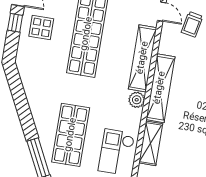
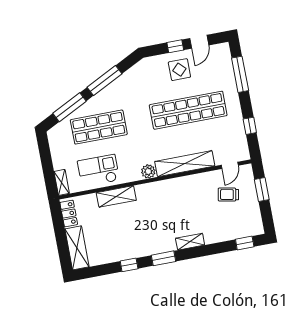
shelving: (160, 88) -> (165, 188), removed
window: (24, 111) -> (104, 81), added

